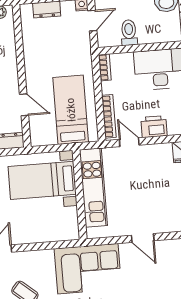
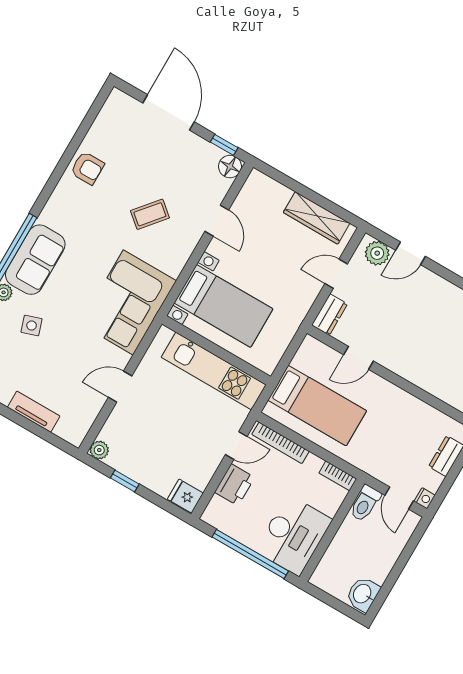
toilet: (129, 33) -> (365, 503), moved, turned 90
bed with nightstands: (42, 180) -> (224, 306), moved, turned 90

